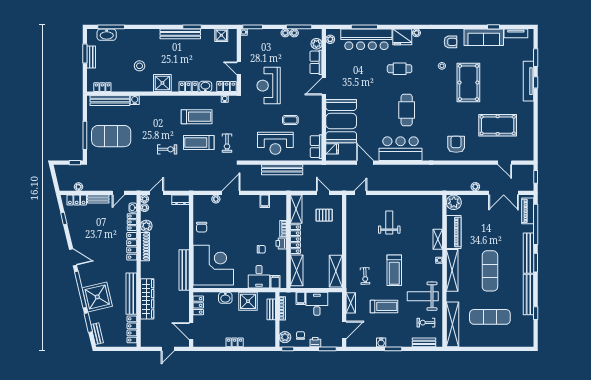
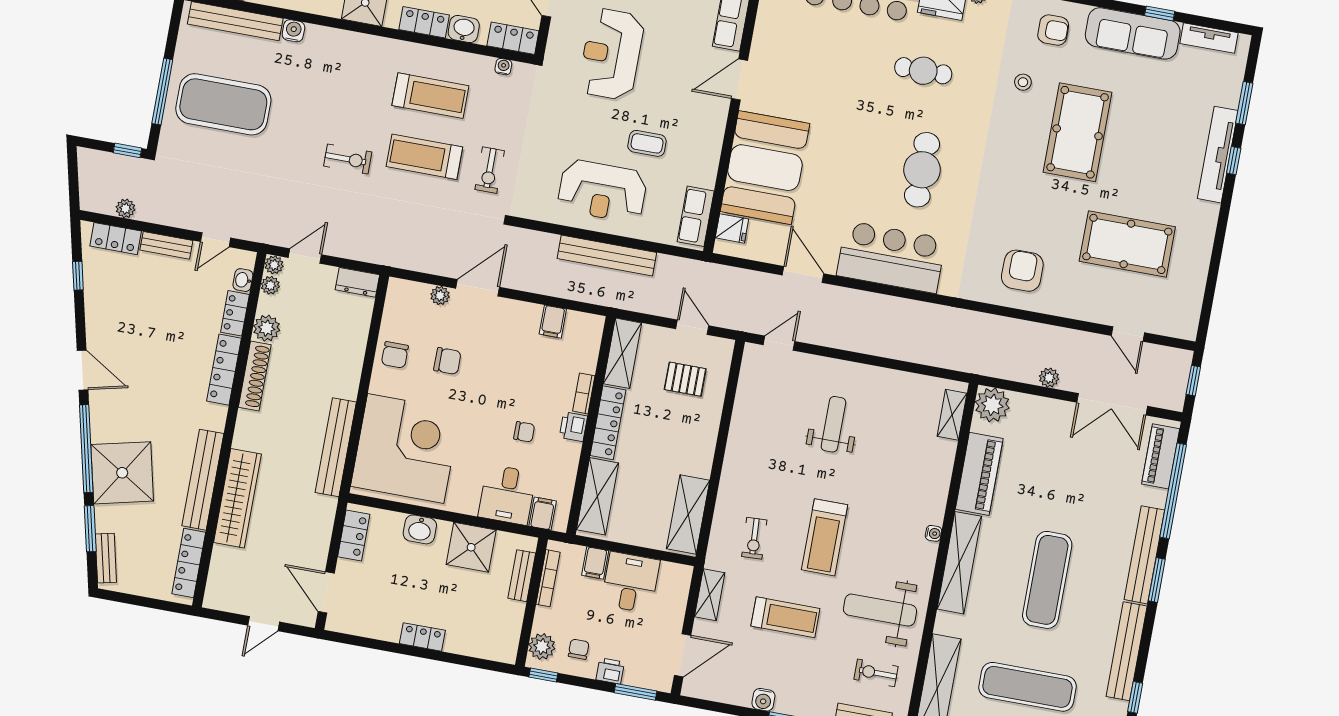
chair: (224, 226) -> (447, 361), added
shelving: (438, 239) -> (952, 415), moved

